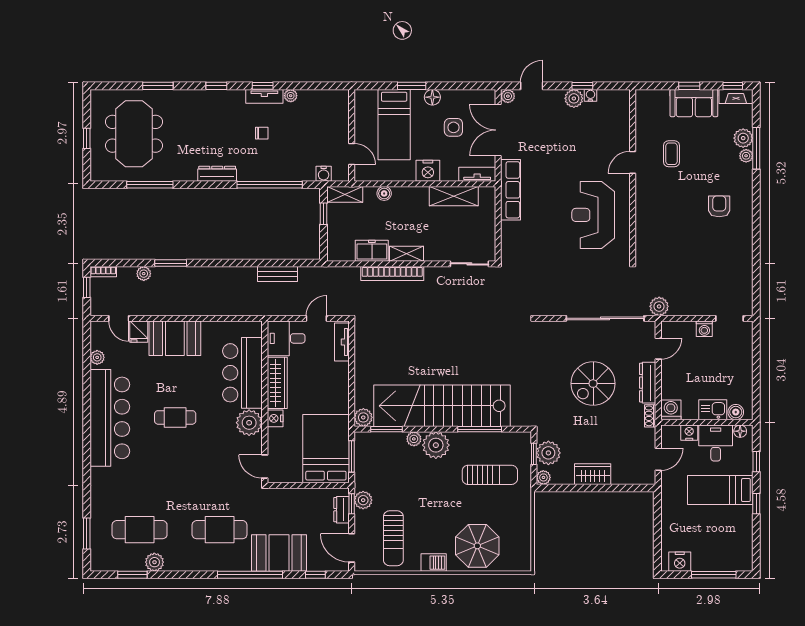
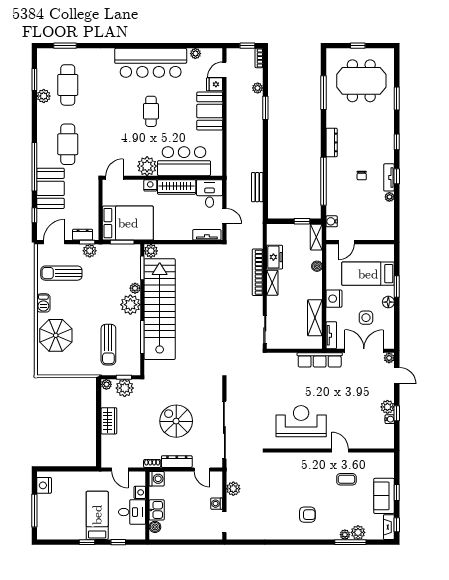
plant: (659, 306) -> (233, 489), moved
floor lamp: (740, 431) -> (141, 530), removed

